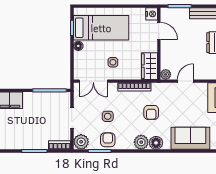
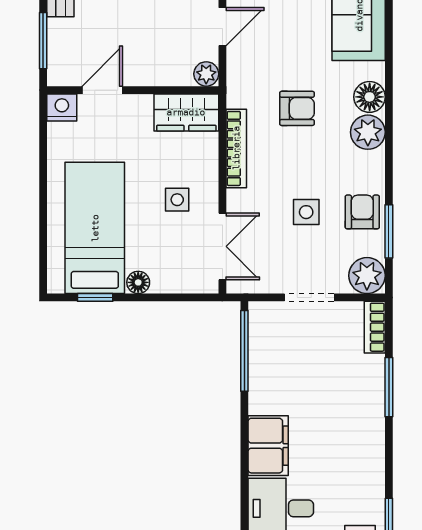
door: (185, 81) -> (222, 27), swing flipped
armchair: (108, 140) -> (362, 212), turned 90

